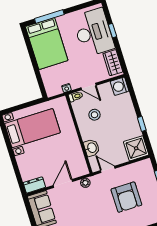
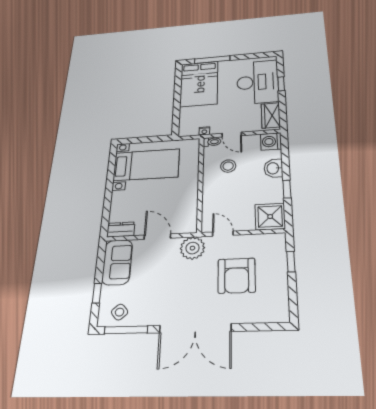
washbasin: (92, 148) -> (273, 168), moved, turned 180
door: (63, 183) -> (157, 237), hinge flipped
plant: (85, 183) -> (192, 248), width x1.87, depth x1.87

